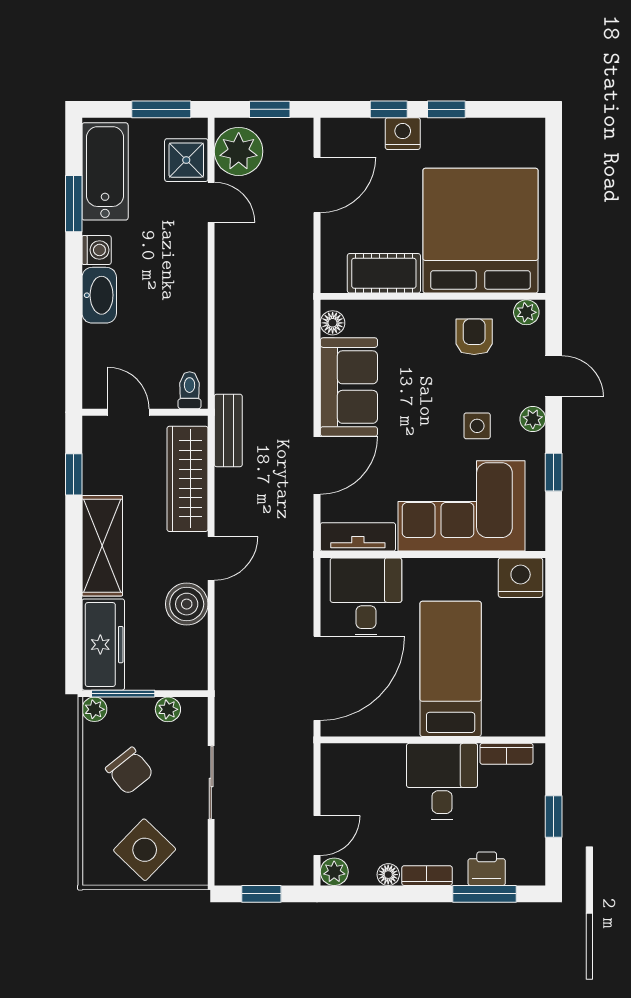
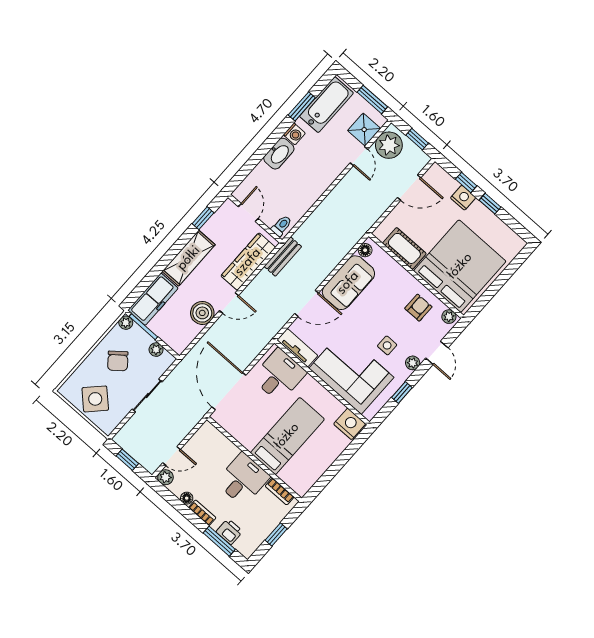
door: (317, 678) -> (229, 391), swing flipped

